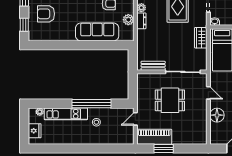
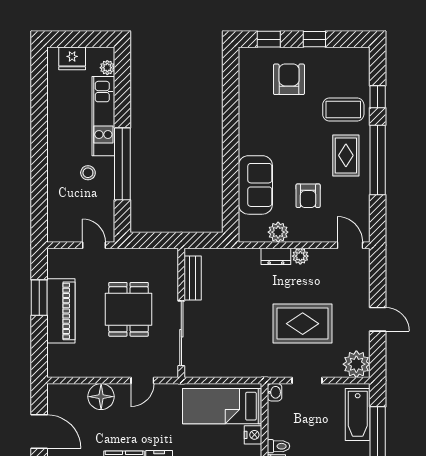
sofa: (97, 32) -> (255, 185), width x0.73
wardrobe: (201, 38) -> (245, 366), removed
piano: (154, 137) -> (61, 311), moved

